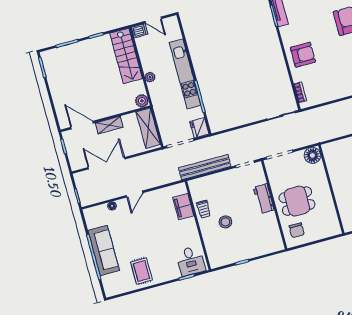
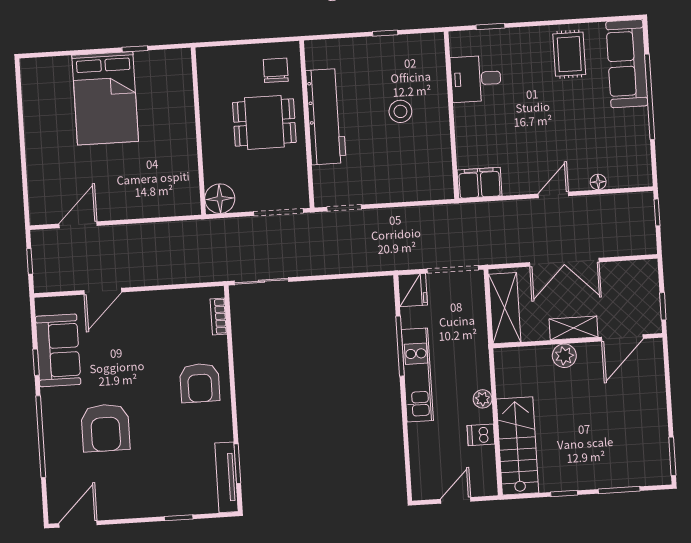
door: (153, 20) -> (456, 500), hinge flipped
dishwasher: (140, 31) -> (481, 435), moved
armchair: (303, 55) -> (200, 383), turned -90
kitchen unit: (185, 74) -> (417, 375), width x0.73
plant: (142, 101) -> (564, 356), moved
door: (82, 125) -> (622, 338), hinge flipped
double door: (106, 163) -> (564, 262), moved
bench: (205, 167) -> (417, 217), removed
workbench: (264, 199) -> (326, 117), width x1.88, depth x1.32
filing cabinet: (183, 207) -> (479, 183), moved, turned -90
trolley: (204, 209) -> (435, 142), removed
sofa: (104, 250) -> (627, 64), moved
desk: (191, 261) -> (476, 79), moved, turned -90

